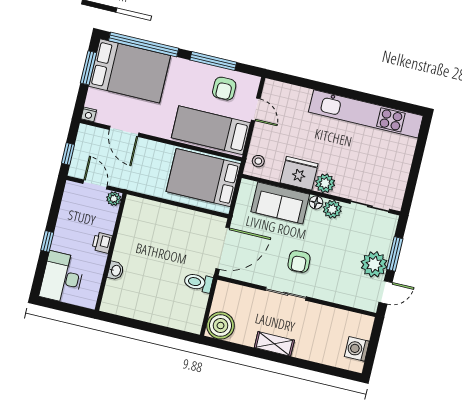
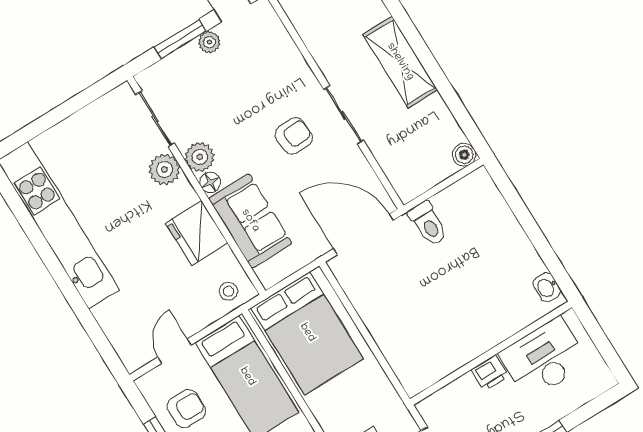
plant: (325, 183) -> (164, 169), moved
plant: (114, 199) -> (429, 409), removed
plant: (374, 264) -> (209, 42), width x0.53, depth x0.53
washbasin: (116, 271) -> (547, 287), moved, turned -90
desk: (62, 278) -> (544, 358), moved, turned 180
boiler: (221, 326) -> (464, 155), width x0.54, depth x0.54
shelving: (274, 344) -> (400, 62), width x1.50, depth x1.33

